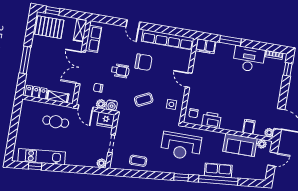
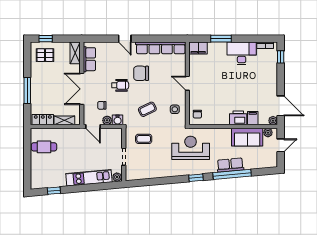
pallet: (49, 27) -> (45, 55), width x0.67, depth x0.71
chair: (144, 62) -> (141, 73), turned 180
fridge: (106, 120) -> (114, 135), removed
printer: (211, 120) -> (238, 118), moved
cafe table: (56, 122) -> (44, 147), moved
reception desk: (181, 146) -> (191, 148), turned 180
kitchen unit: (42, 157) -> (89, 178), moved
coffee table: (138, 161) -> (144, 139), moved

